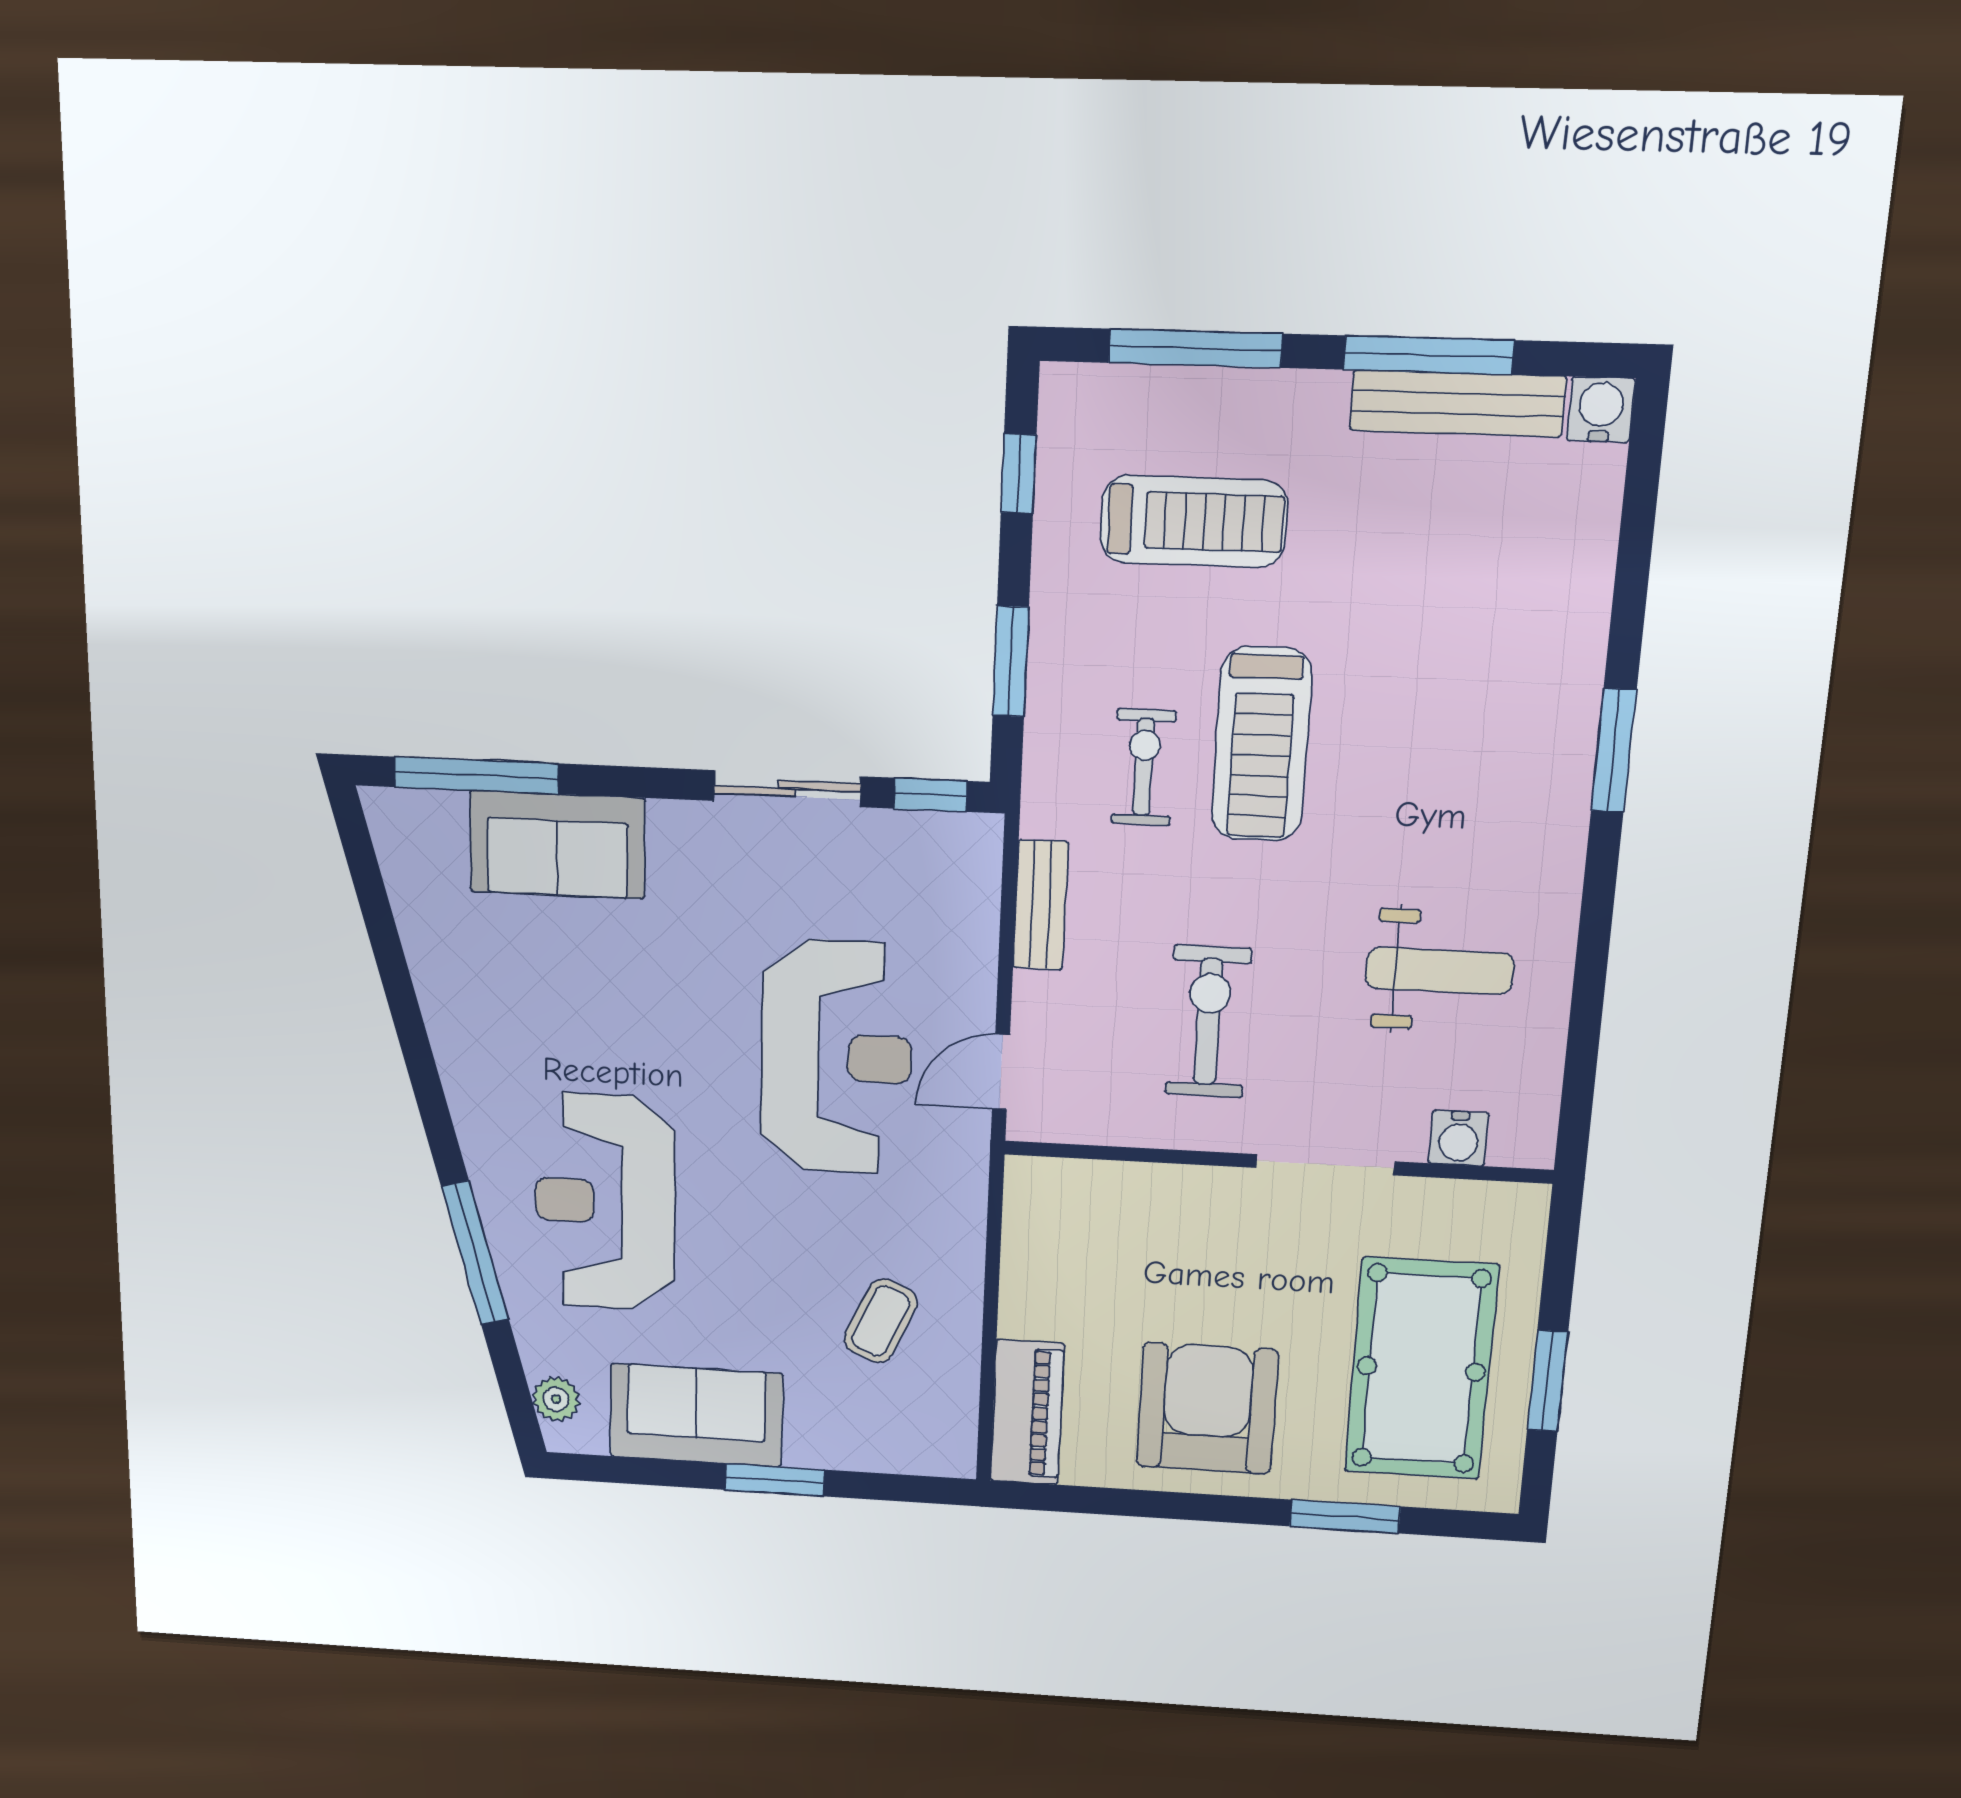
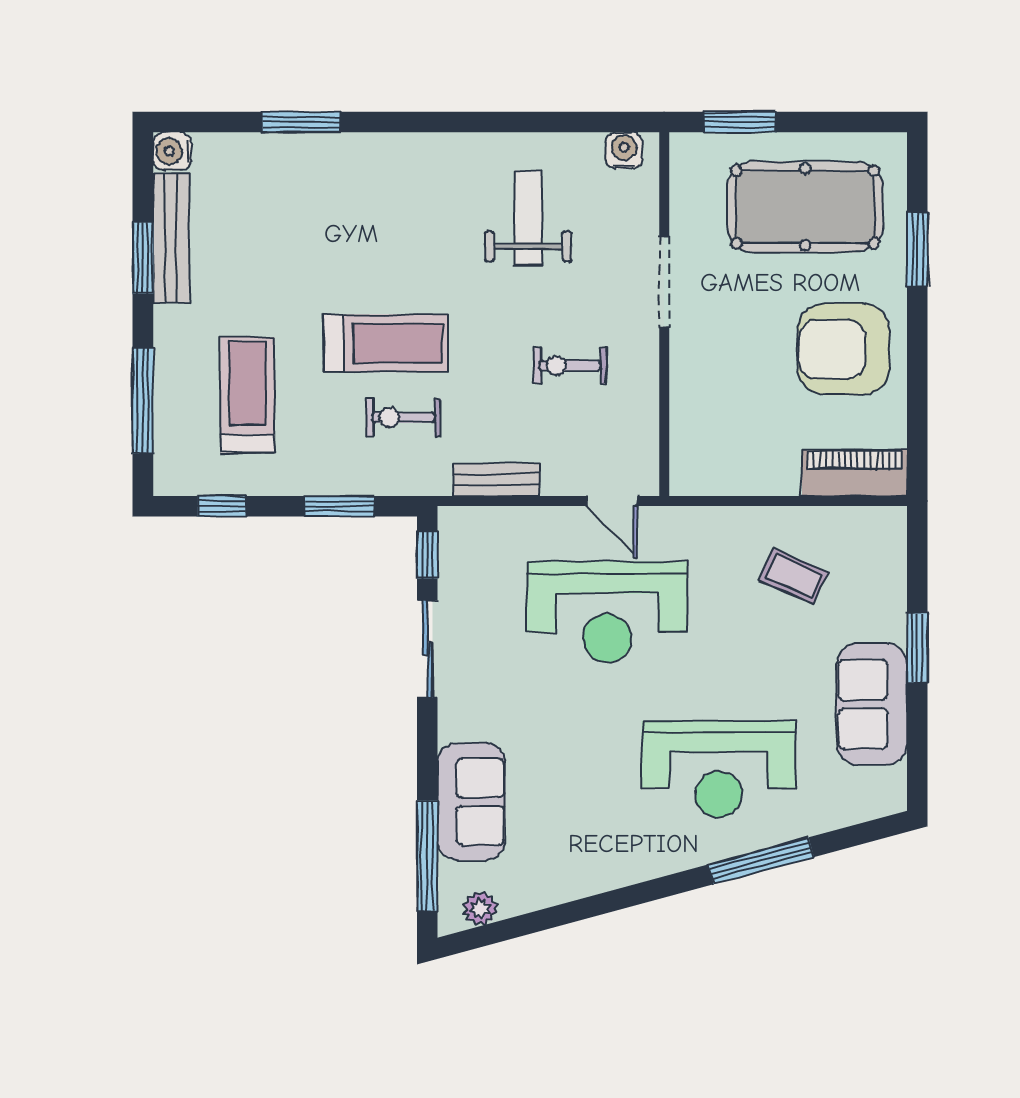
window: (1428, 355) -> (143, 258), width x0.69
window: (1614, 750) -> (301, 122), moved
exercise bike: (1208, 1022) -> (570, 366), width x0.73, depth x0.72
reception desk: (836, 1057) -> (607, 612), turned 180
water cooler: (1459, 1138) -> (624, 151), moved, turned -90
window: (1547, 1381) -> (740, 122), moved
plant: (556, 1399) -> (480, 908), moved

